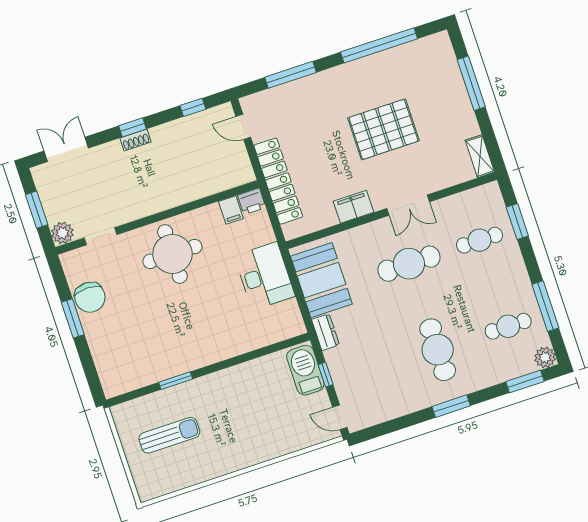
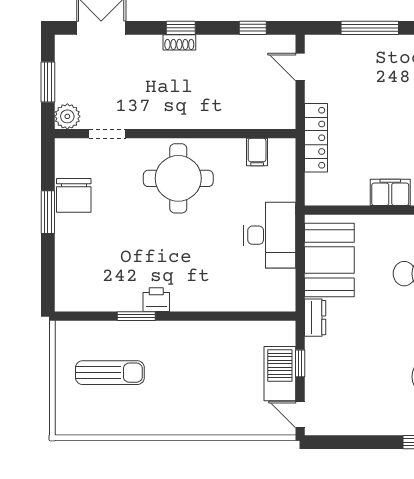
locker: (278, 181) -> (316, 138), width x0.71, depth x0.83
printer: (252, 201) -> (156, 300), moved, turned 180
barbecue: (305, 370) -> (280, 374), moved

